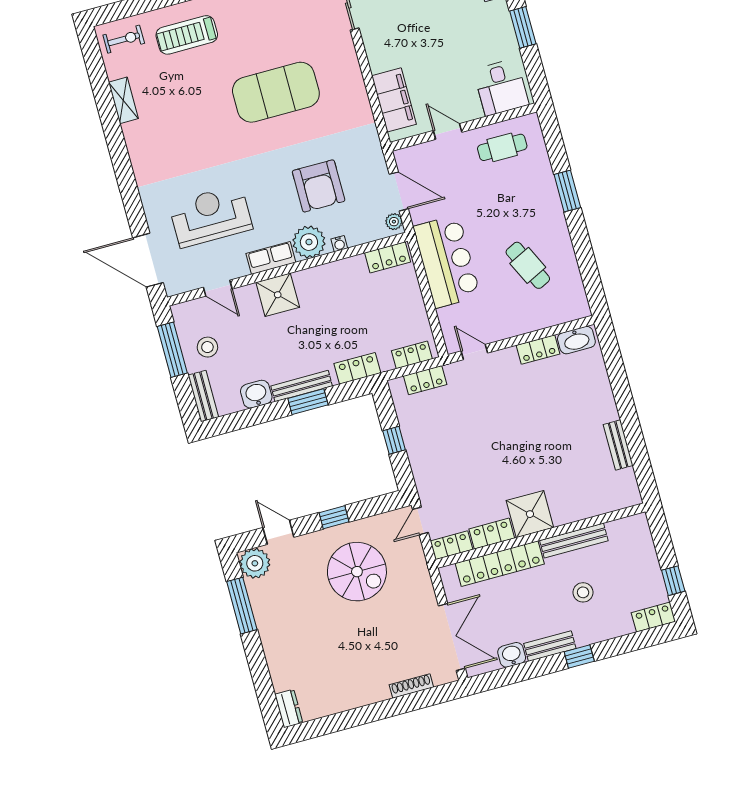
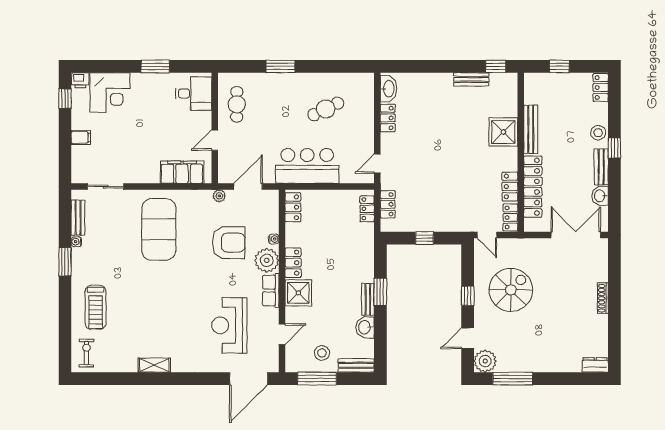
exercise mat: (276, 92) -> (159, 229), moved
shelving: (123, 100) -> (154, 365), moved
plant: (394, 222) -> (219, 196), moved
locker: (357, 368) -> (293, 263), moved, turned 180
bench: (302, 386) -> (368, 299), width x0.73
window: (644, 472) -> (496, 66), added
shower: (530, 514) -> (503, 132), moved
window: (673, 581) -> (559, 66), moved
stool: (583, 592) -> (598, 133), moved
shoe rack: (411, 686) -> (603, 298), moved

